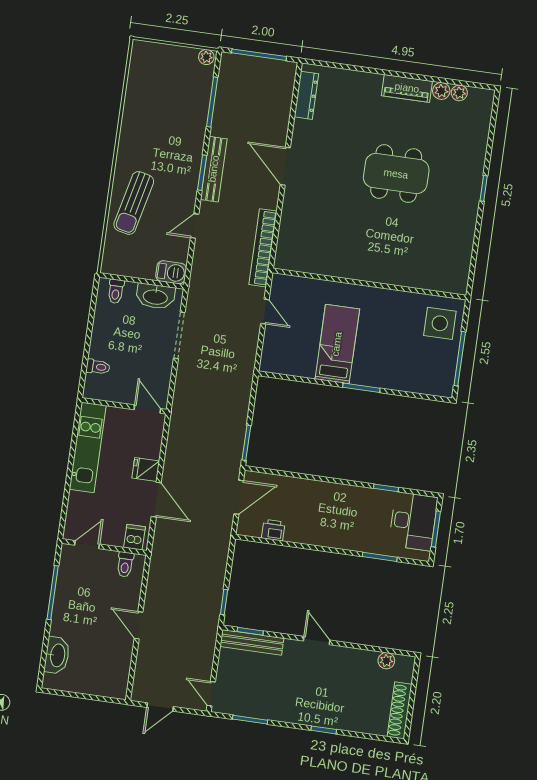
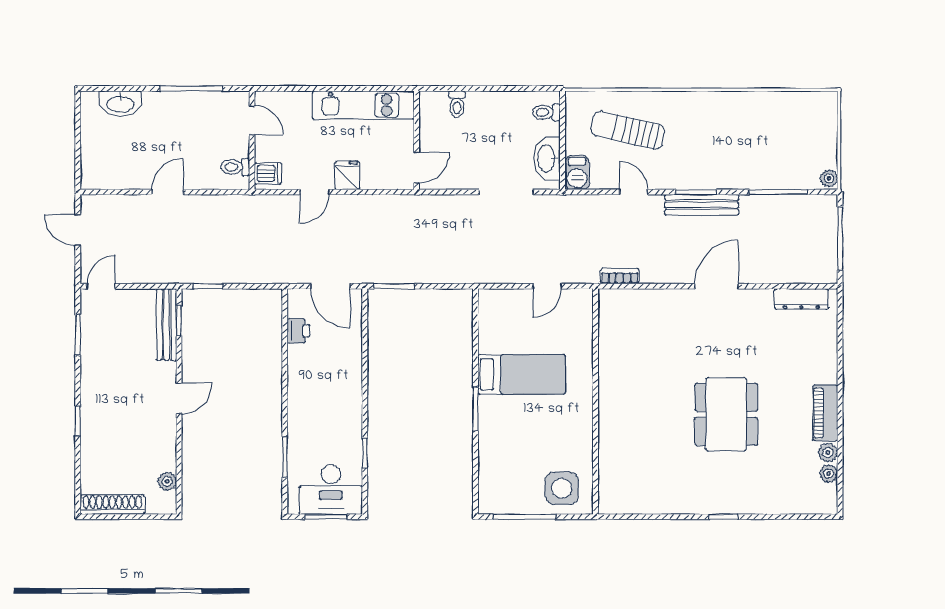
sun lounger: (134, 203) -> (628, 130), moved
bookcase: (263, 248) -> (620, 276), width x0.43, depth x0.76
door: (156, 500) -> (314, 192), width x0.73

